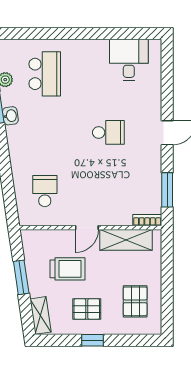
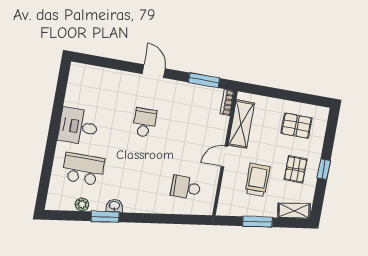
desk: (129, 60) -> (78, 127), moved
door: (87, 228) -> (224, 156), swing flipped

